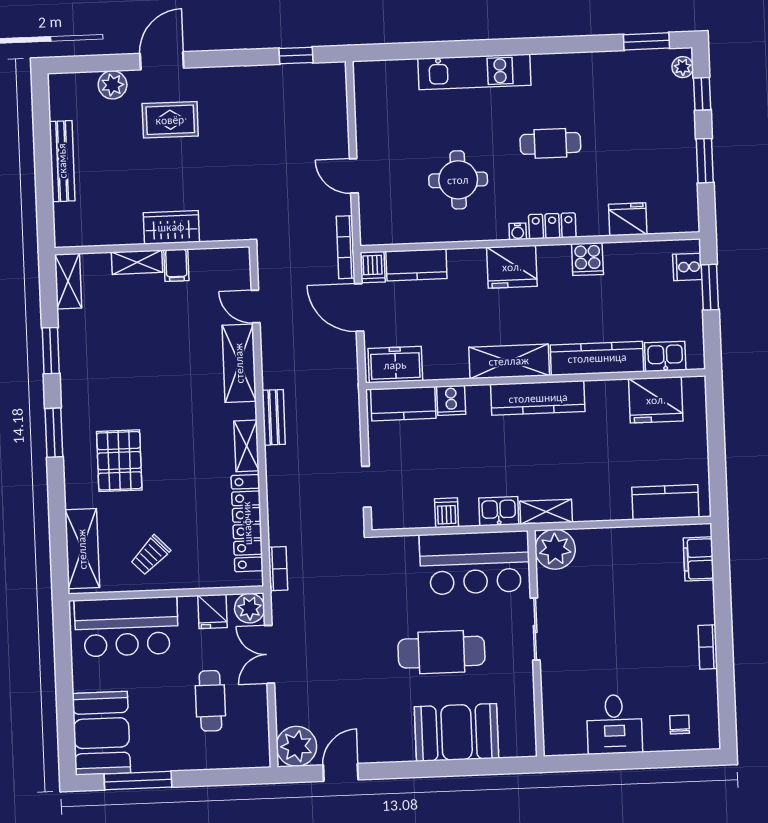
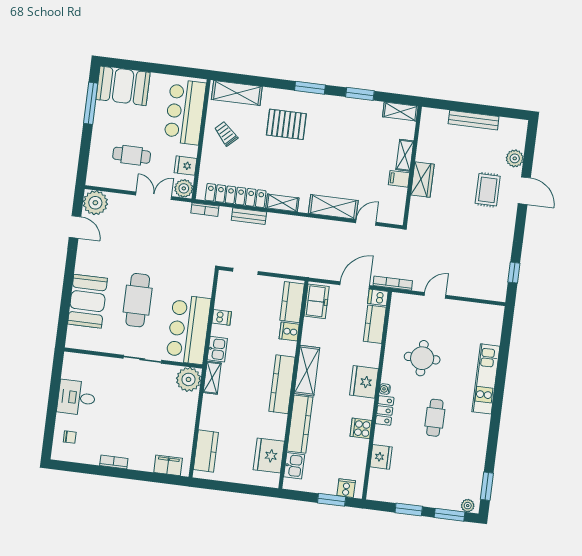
window: (702, 94) -> (449, 515), width x1.50
bench: (274, 417) -> (249, 216), moved

